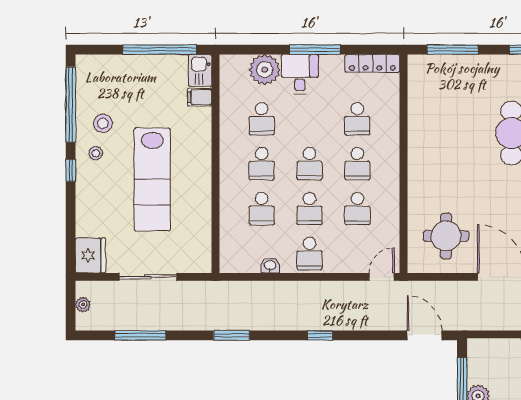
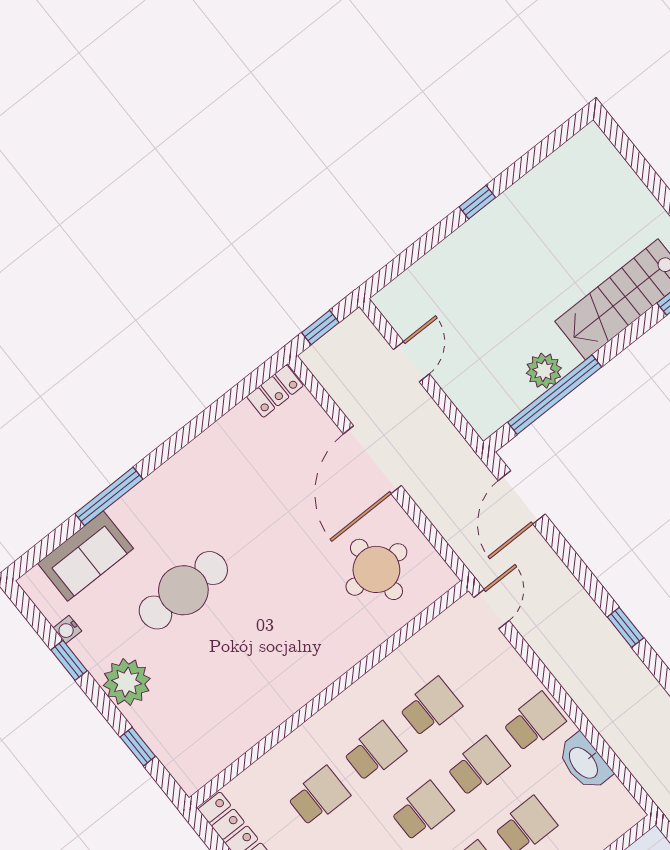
window: (453, 50) -> (138, 747), width x0.46
plant: (489, 69) -> (127, 682), added
washbasin: (270, 266) -> (584, 762), width x1.91, depth x1.45
door: (382, 277) -> (491, 609), swing flipped

